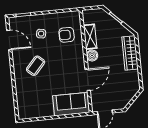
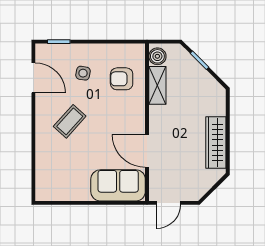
wardrobe: (130, 53) -> (216, 142), moved
boiler: (92, 55) -> (157, 56), moved
door: (88, 80) -> (147, 151), swing flipped

